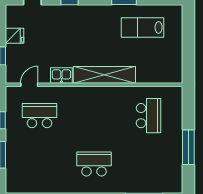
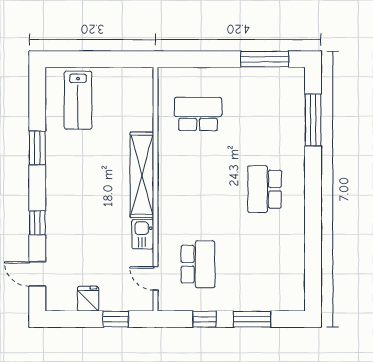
lab bench: (142, 28) -> (78, 100), moved
school desk: (39, 116) -> (198, 264), turned 180
window: (188, 147) -> (265, 59), moved

